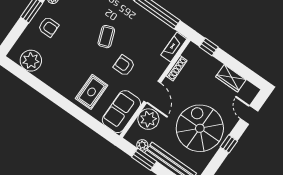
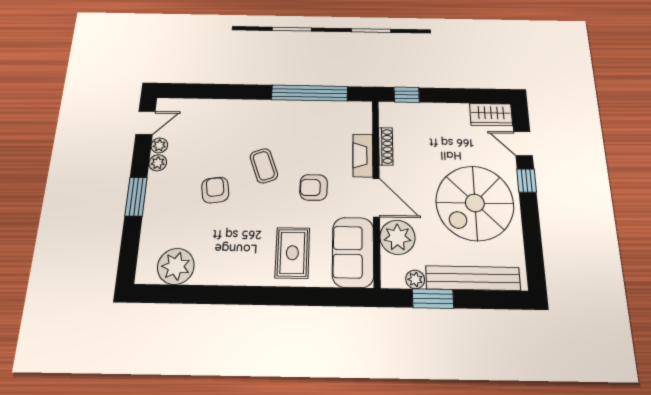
armchair: (48, 27) -> (215, 190), moved, turned -98
fireplace: (174, 47) -> (363, 155), moved
wardrobe: (231, 78) -> (491, 115), moved
spiral stairs: (200, 128) -> (475, 203), turned -90
window: (229, 144) -> (527, 181), moved

